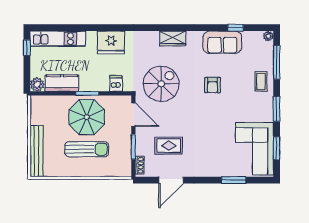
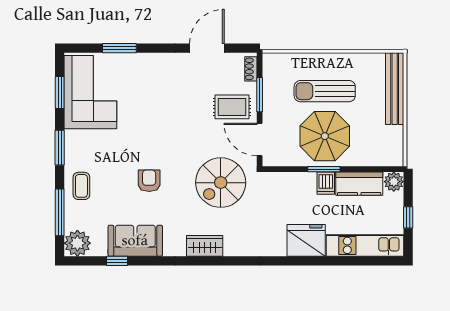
plant: (268, 36) -> (77, 243), width x1.88, depth x1.88
fridge: (111, 42) -> (306, 240), moved
window: (27, 48) -> (408, 217), moved
dishwasher: (116, 83) -> (326, 183), moved
rug: (169, 146) -> (232, 107), moved

